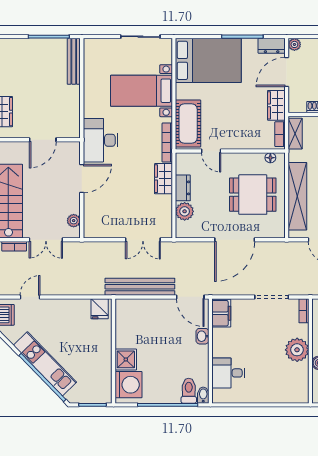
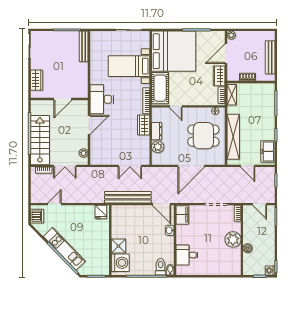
dresser: (272, 46) -> (216, 36), removed
bed: (208, 60) -> (174, 51), width x1.36

